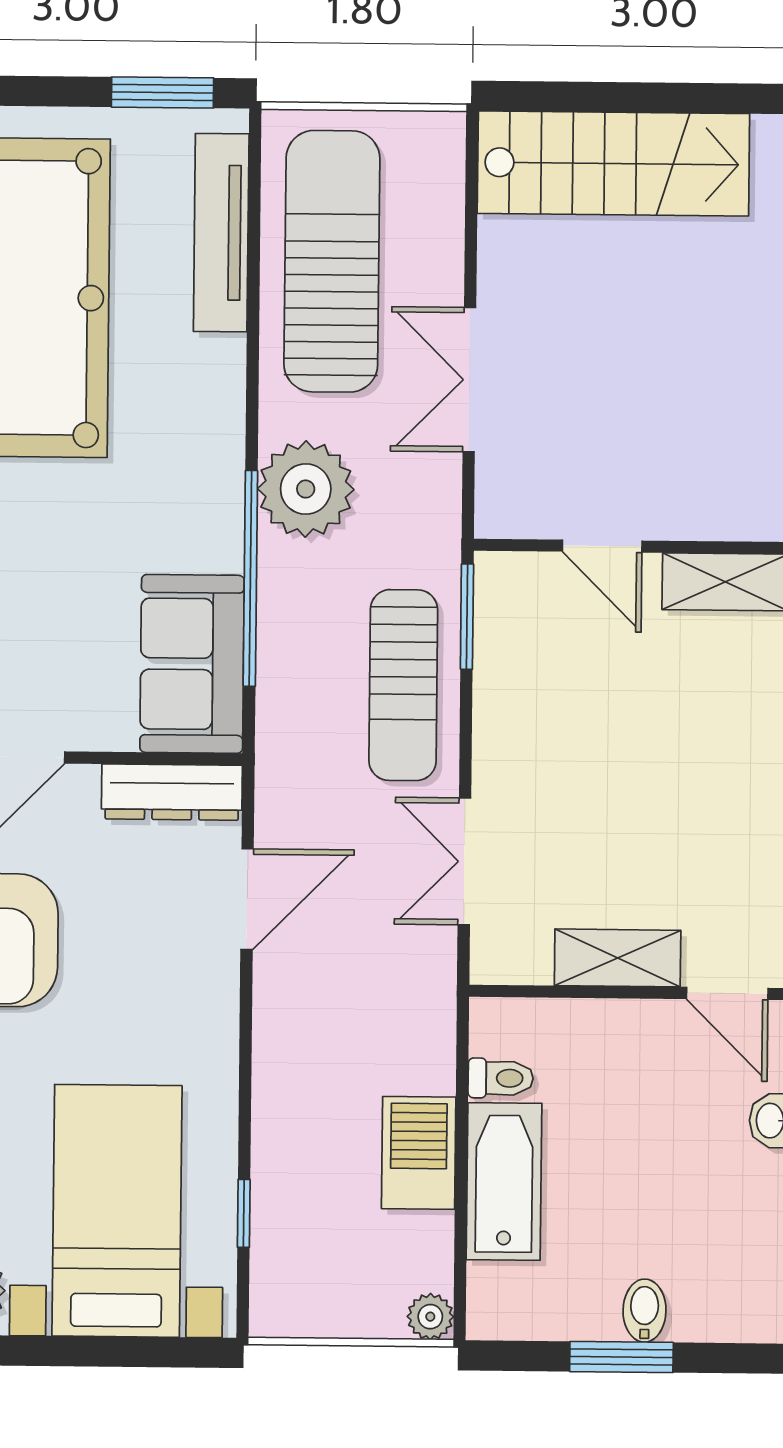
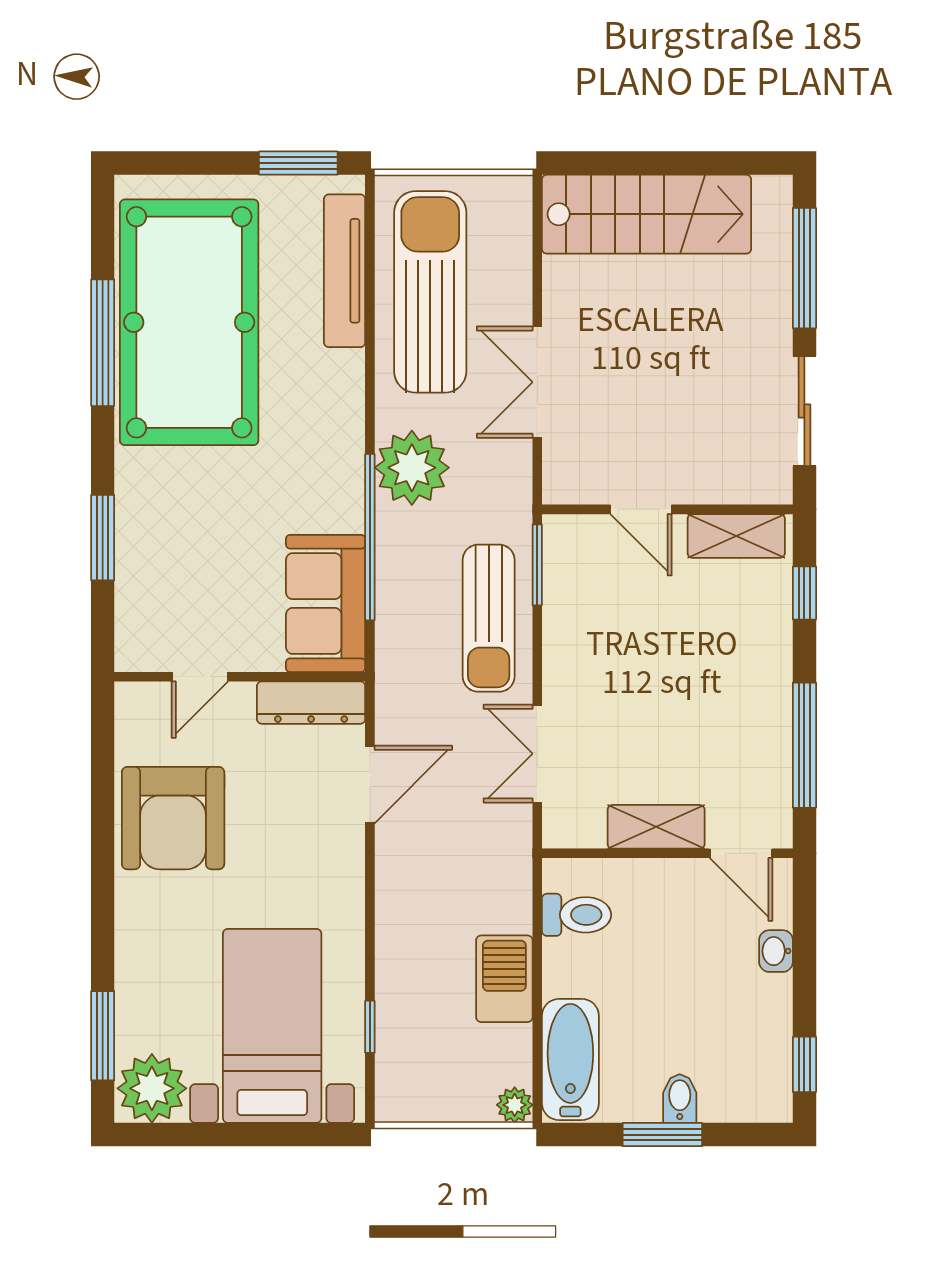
toilet: (501, 1078) -> (577, 915), width x1.37, depth x1.39
bathtub: (504, 1181) -> (570, 1059), moved

